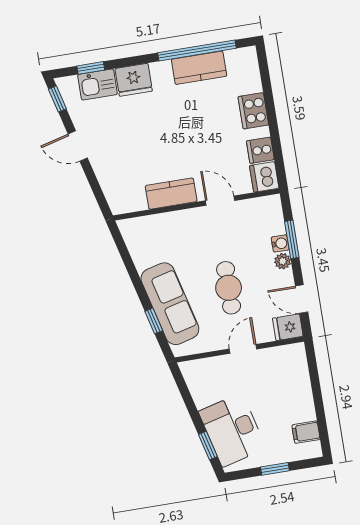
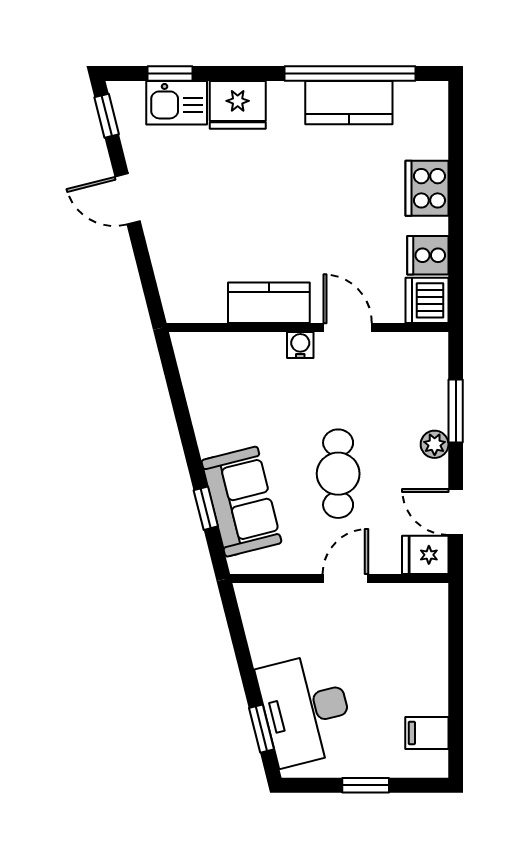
water cooler: (280, 243) -> (300, 345), moved, turned -90
sofa: (170, 304) -> (241, 502), width x0.73

